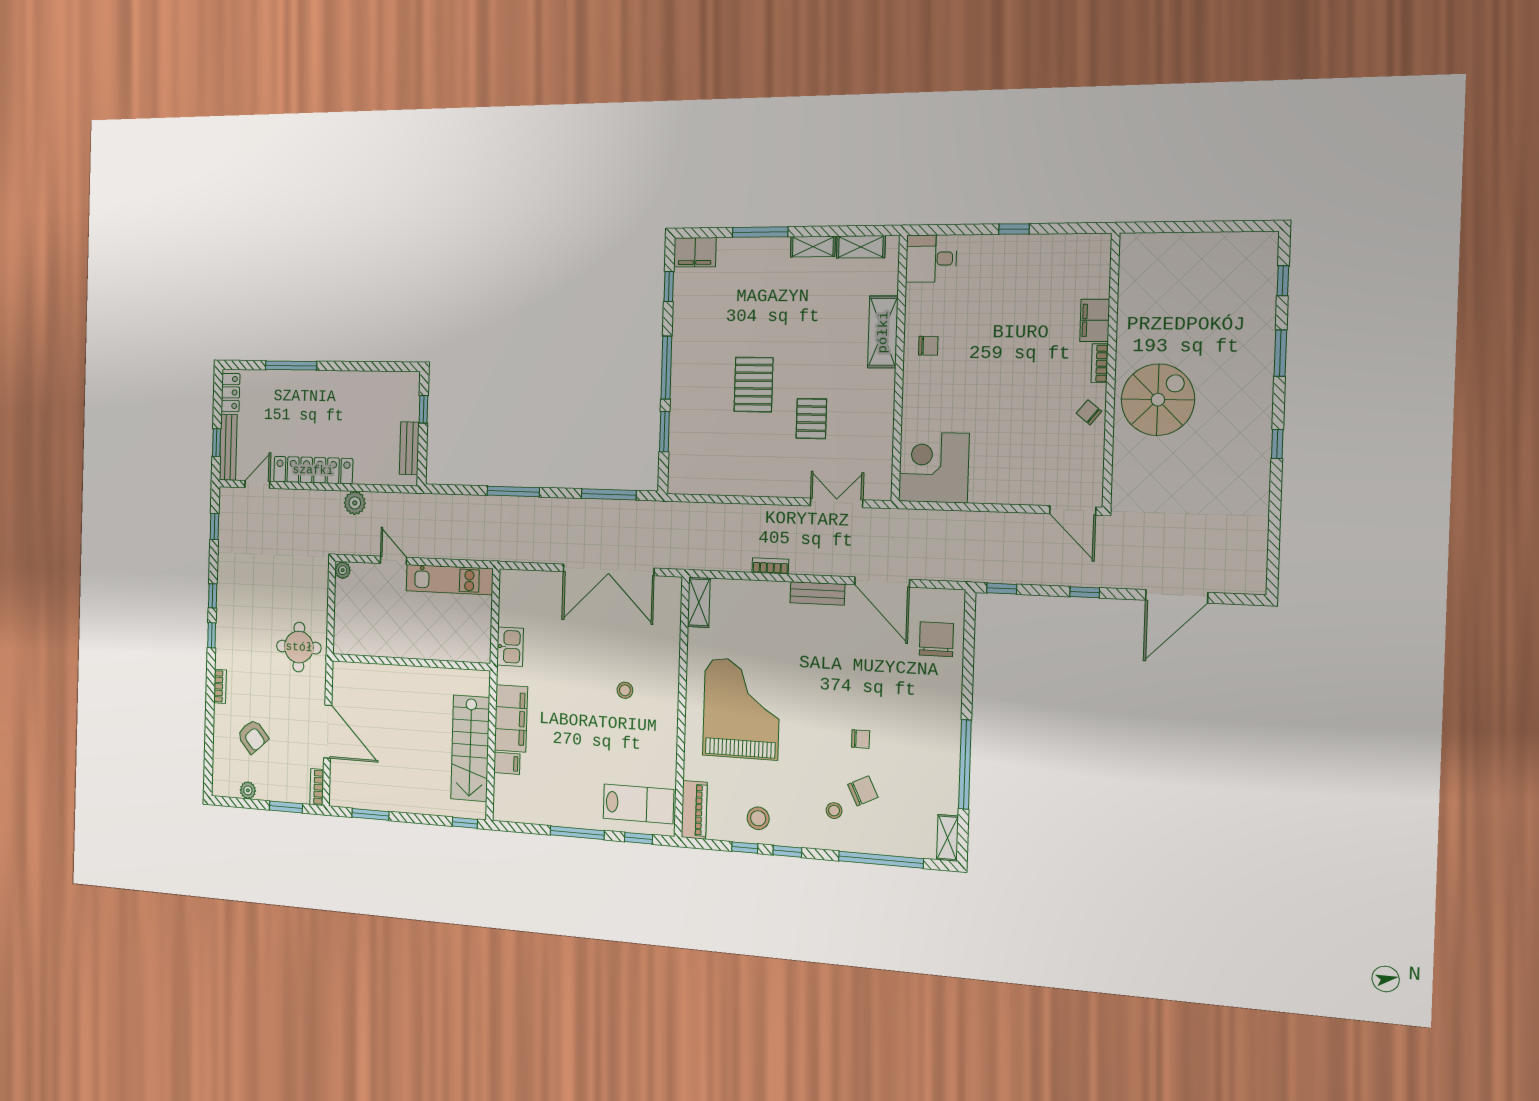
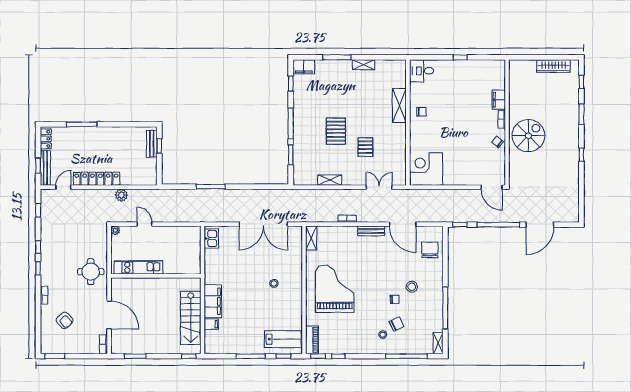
wardrobe: (1220, 246) -> (553, 66), added
shelving: (861, 247) -> (330, 180), moved
bench: (409, 448) -> (152, 144), moved
window: (609, 494) -> (262, 187), removed
kitchen unit: (449, 580) -> (138, 267), moved, turned 180
window: (1085, 592) -> (498, 225), width x3.17
kitchen sink: (510, 647) -> (211, 238), moved
plant: (248, 790) -> (62, 349), removed
window: (286, 807) -> (55, 356), moved
stool: (758, 818) -> (412, 287), moved
window: (787, 851) -> (318, 356), moved

